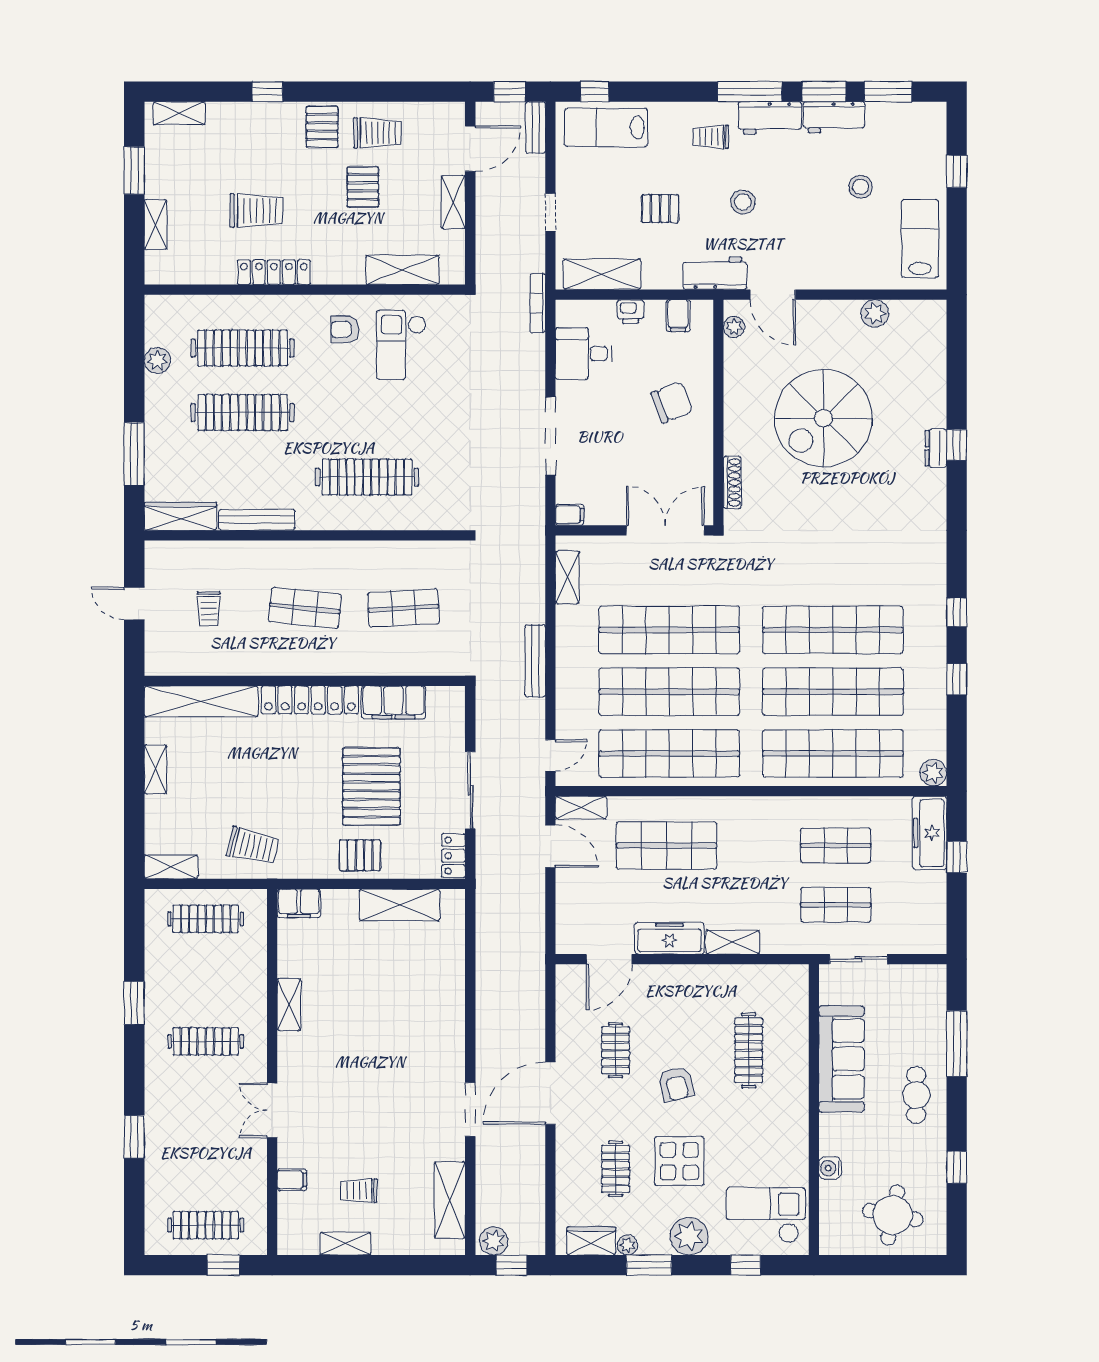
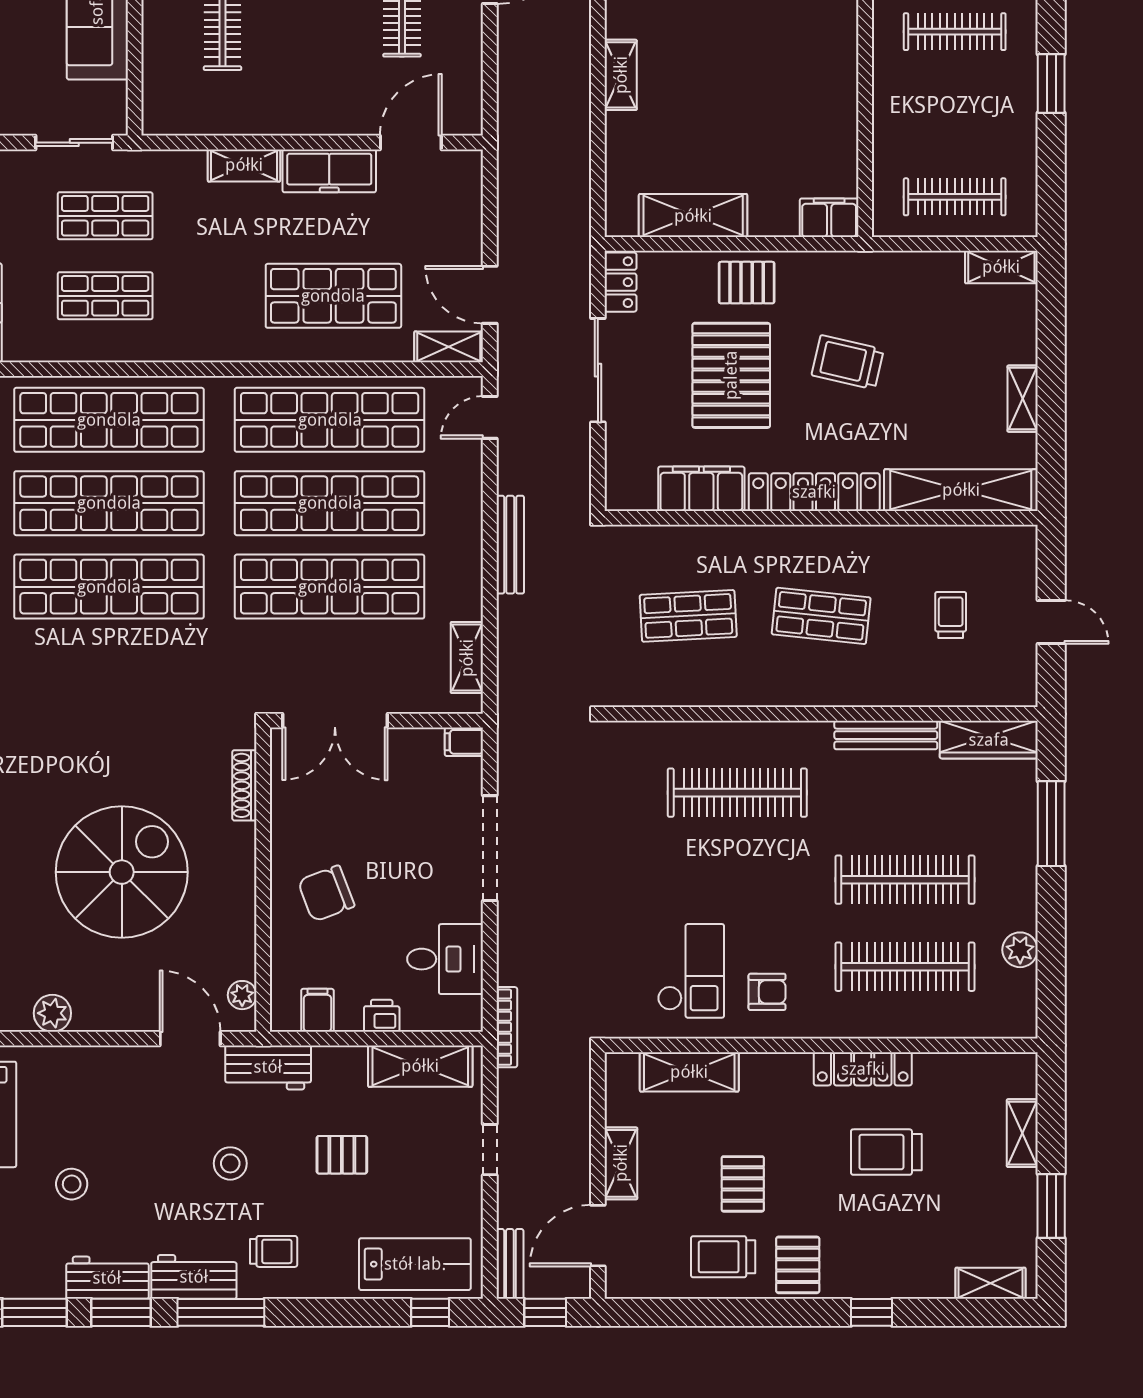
trolley: (253, 846) -> (848, 362), moved
shelving: (289, 1004) -> (621, 75), moved

